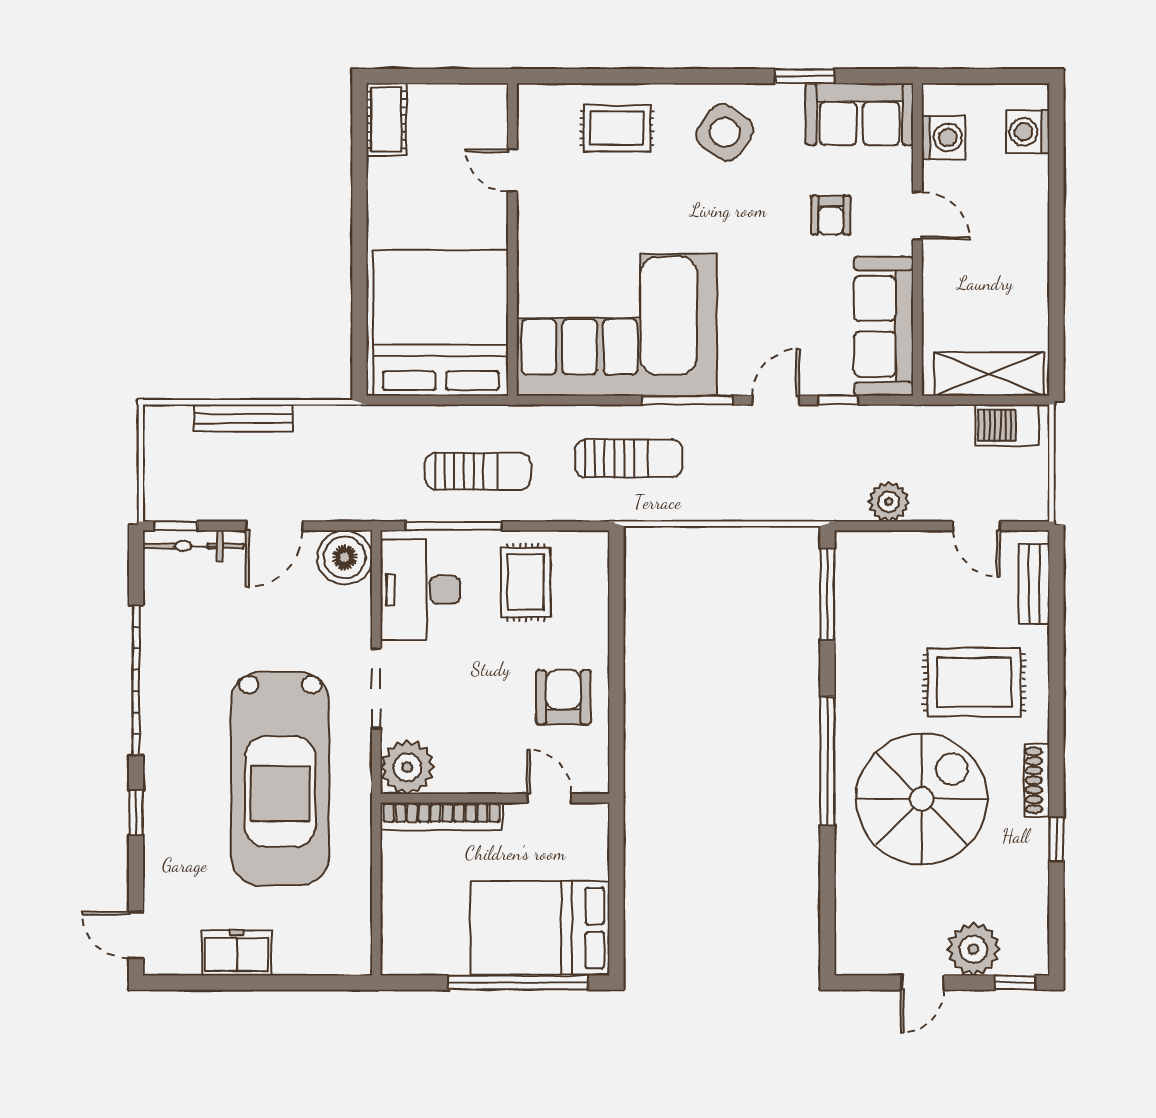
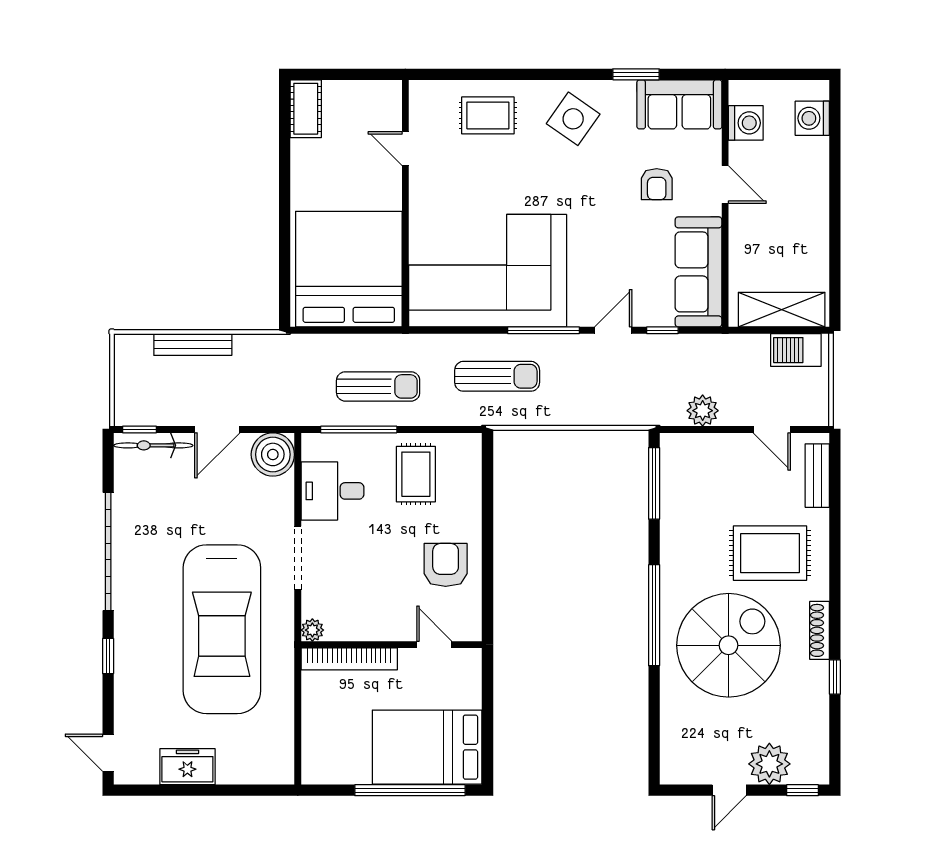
desk: (420, 590) -> (333, 491), width x0.73
plant: (407, 767) -> (312, 630), width x0.53, depth x0.53

